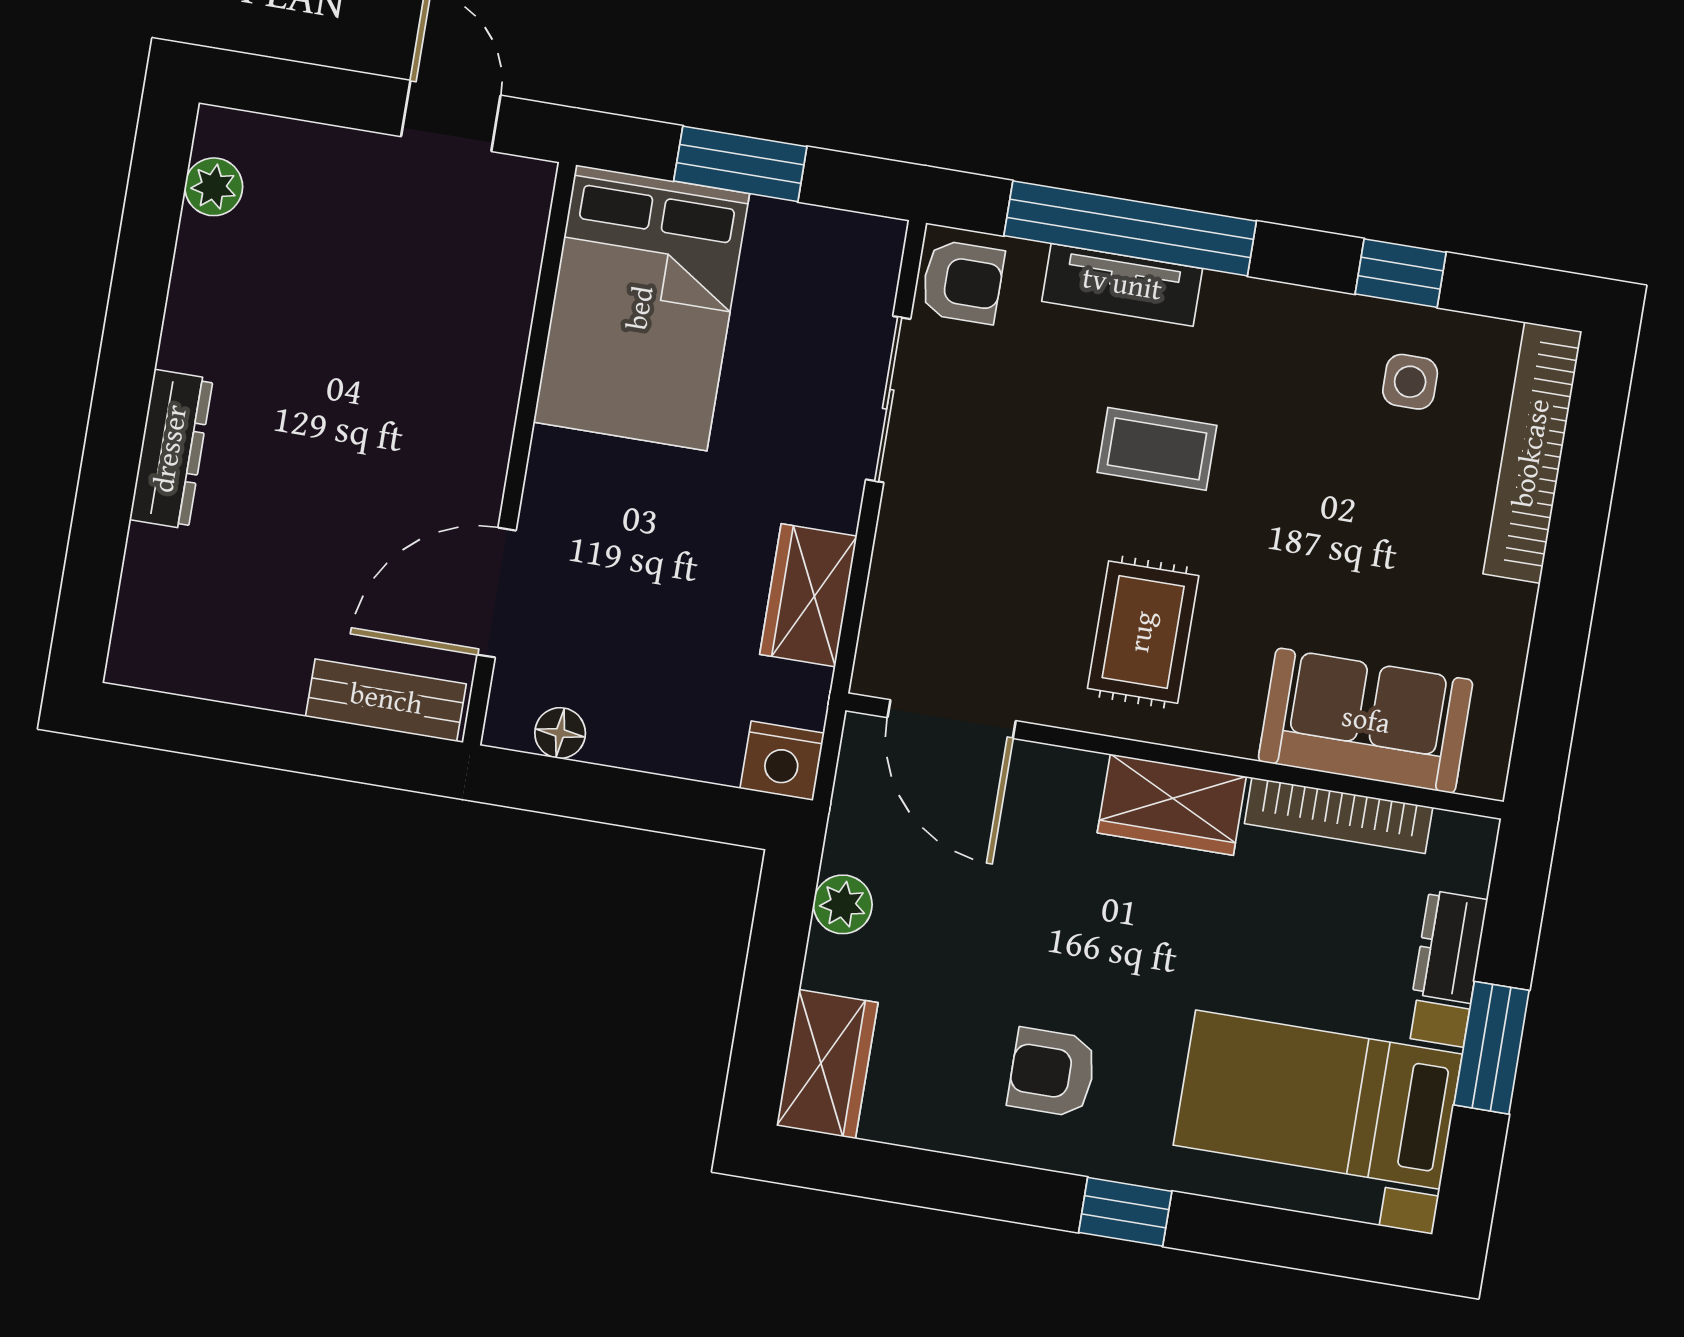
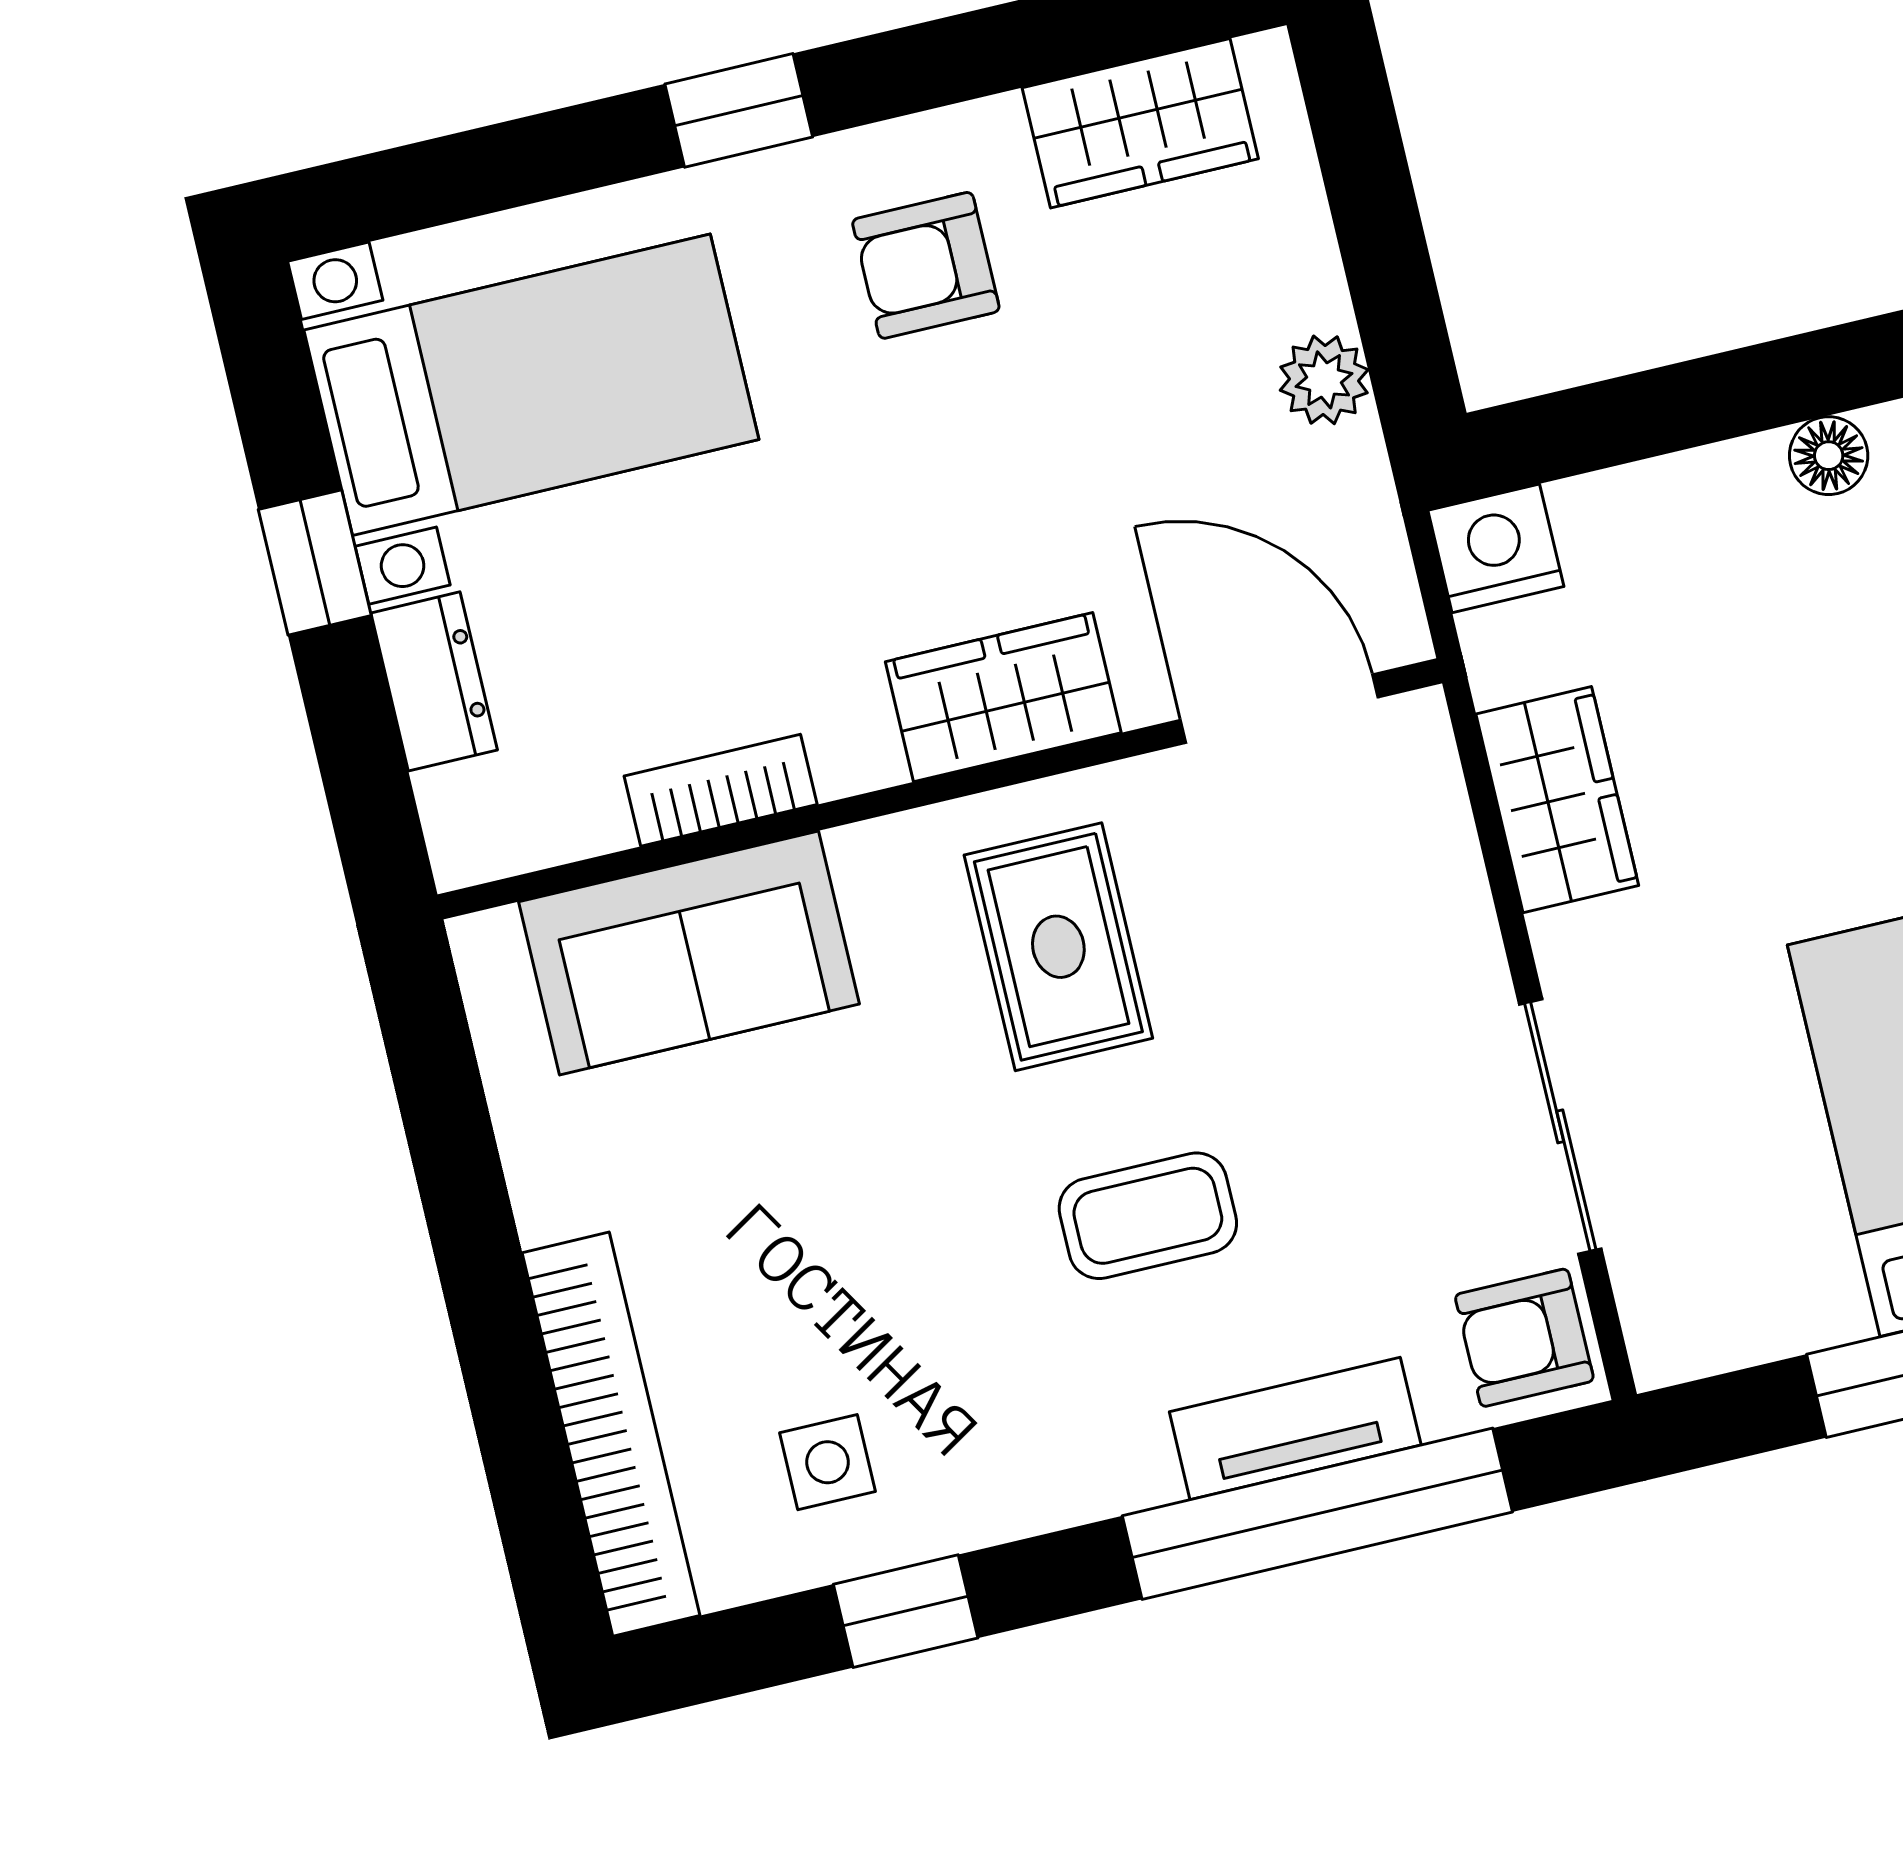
wardrobe: (1172, 805) -> (1003, 697), moved
bookcase: (1339, 815) -> (721, 790), width x0.64
window: (1492, 1048) -> (315, 562), width x0.67
wardrobe: (827, 1064) -> (1140, 123), moved, turned -90
armchair: (1052, 1072) -> (926, 265), turned 180

